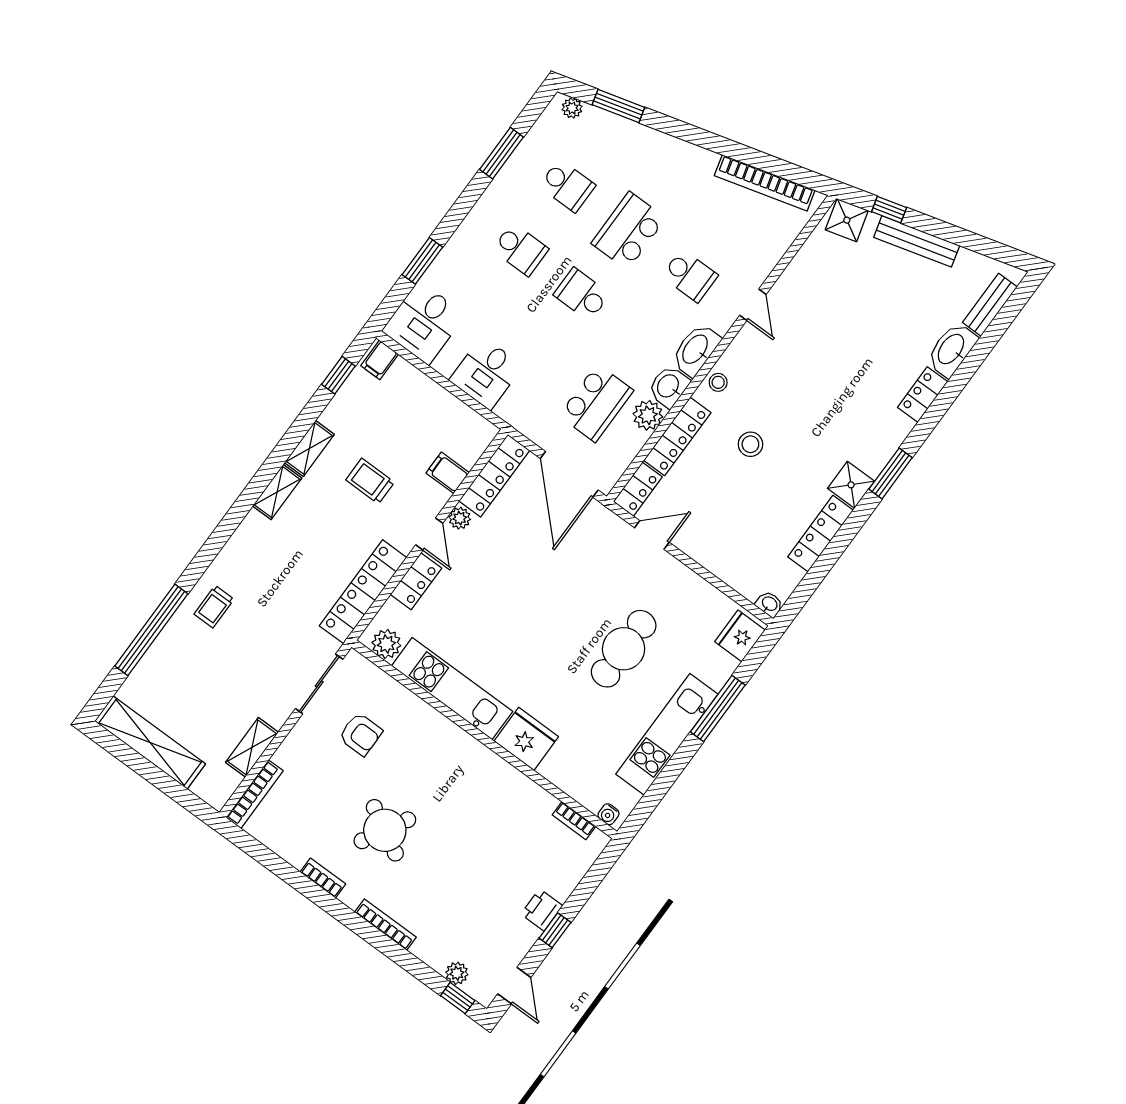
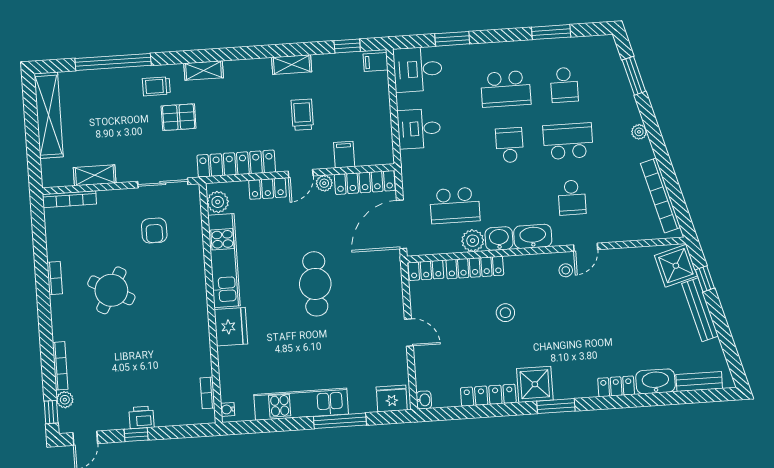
plant: (572, 108) -> (639, 132), moved
shower: (847, 220) -> (676, 266), width x1.36, depth x1.36
school desk: (520, 249) -> (506, 89), width x1.85
stool: (718, 382) -> (566, 270), moved
shower: (851, 485) -> (535, 384), width x1.36, depth x1.36
shelving: (277, 492) -> (204, 70), moved
door: (652, 535) -> (409, 332), moved
pallet: (265, 611) -> (179, 117), added
cafe table: (624, 649) -> (315, 284), moved, turned 90
bookcase: (385, 925) -> (60, 366), moved

